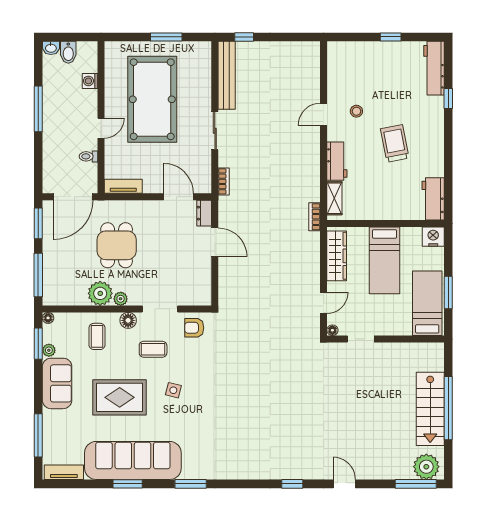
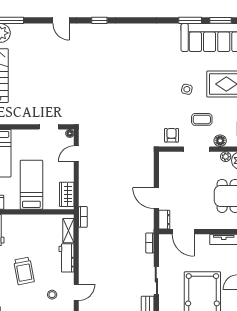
wardrobe: (337, 256) -> (67, 194), width x0.67
armchair: (194, 328) -> (172, 135), turned -90
window: (191, 484) -> (190, 20), moved

